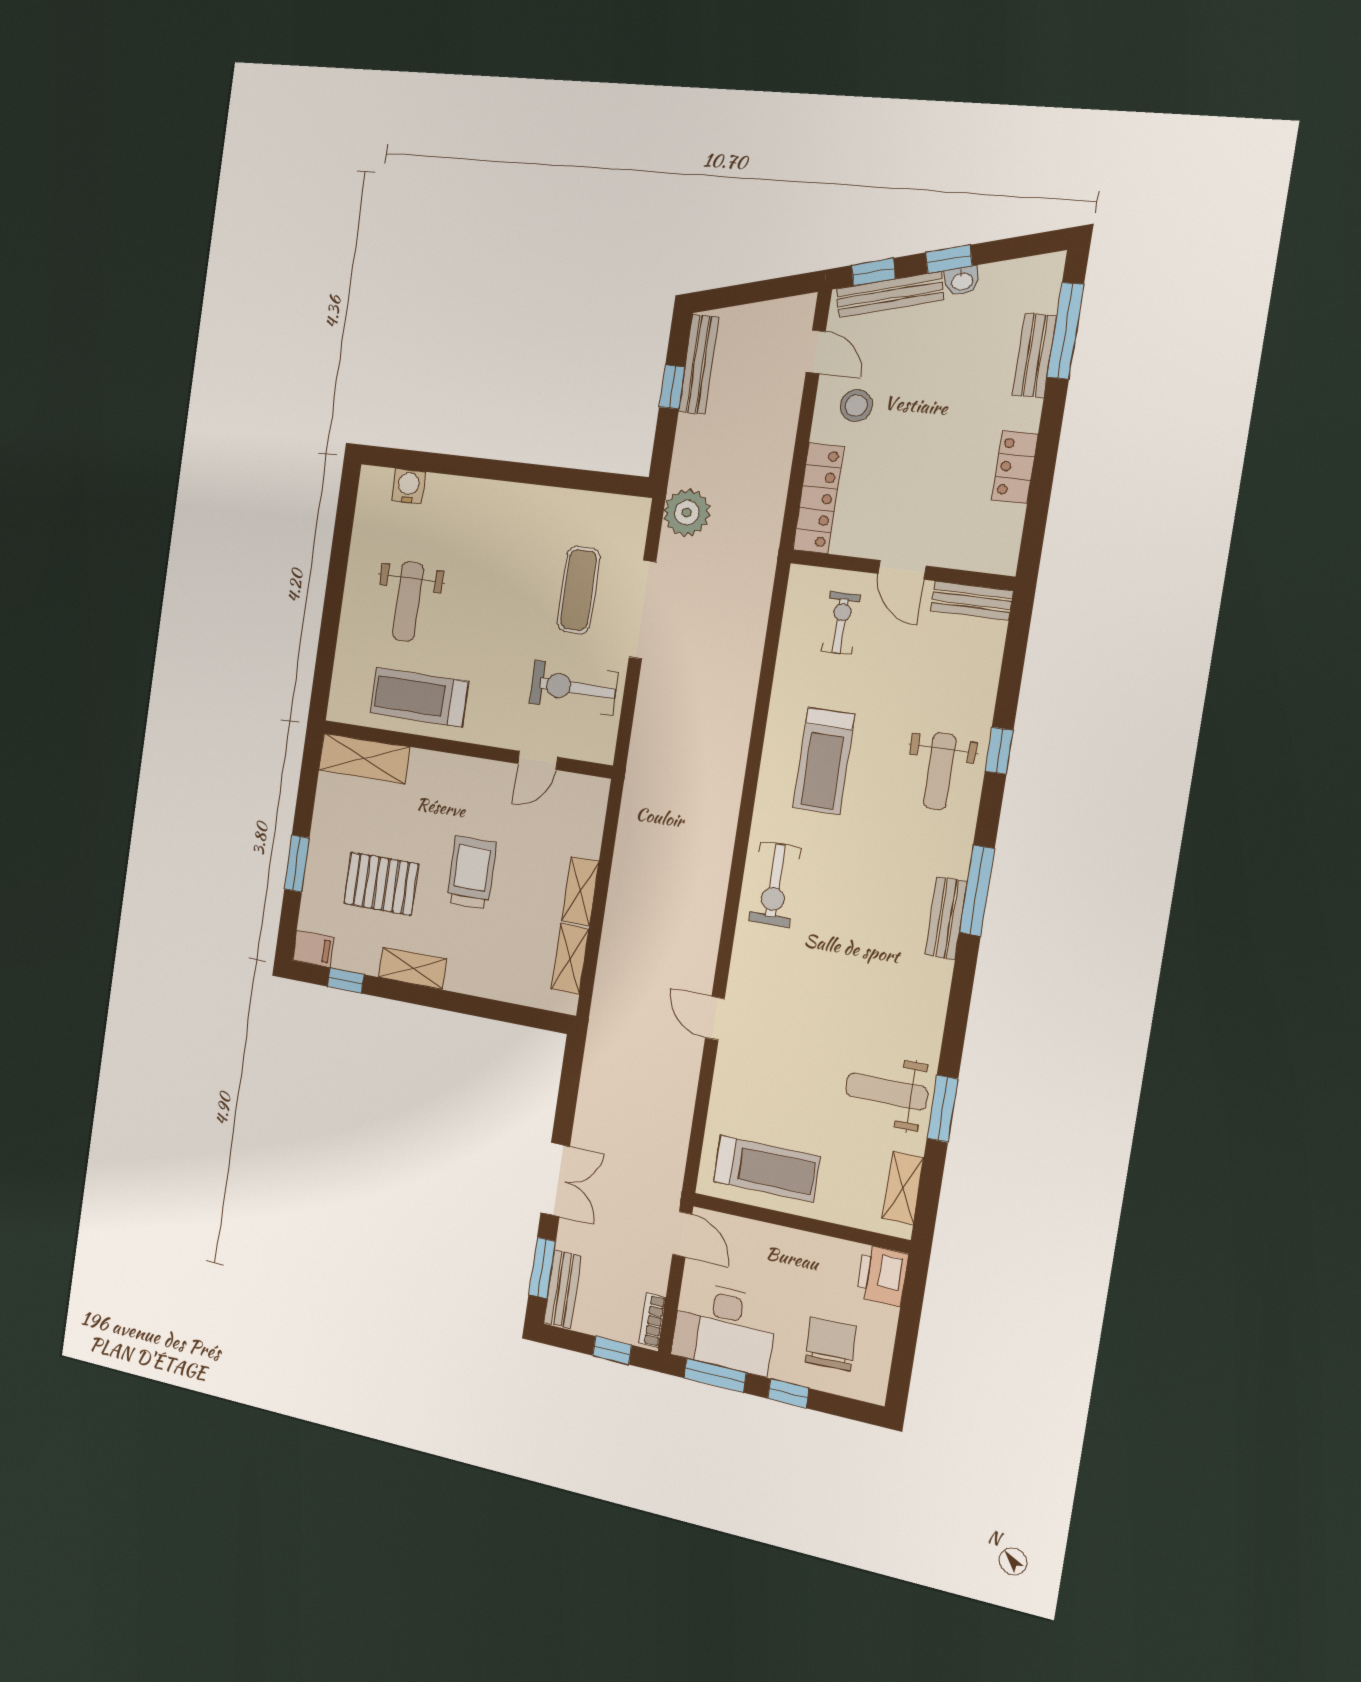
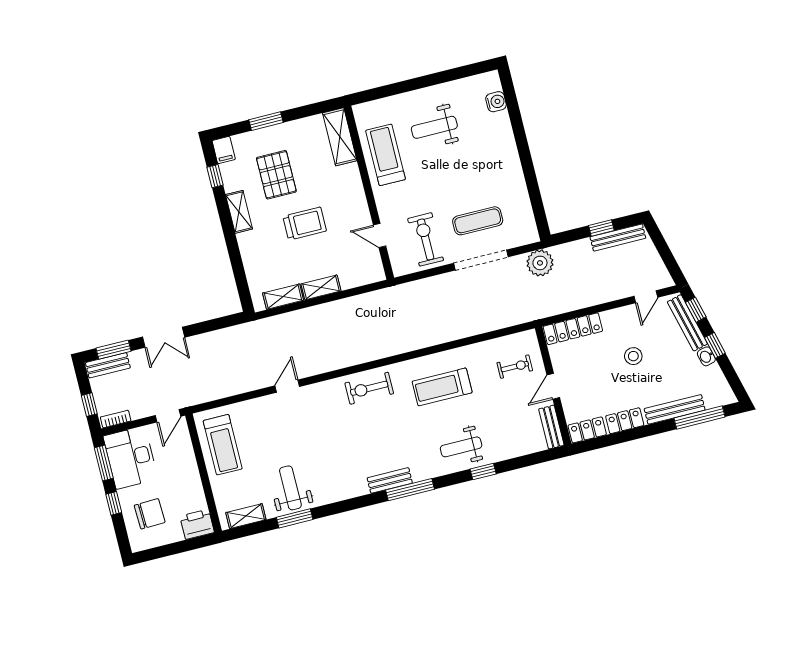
bench: (1034, 356) -> (675, 409), width x1.36
stool: (856, 406) -> (633, 356), moved
locker: (1003, 540) -> (587, 430), added

